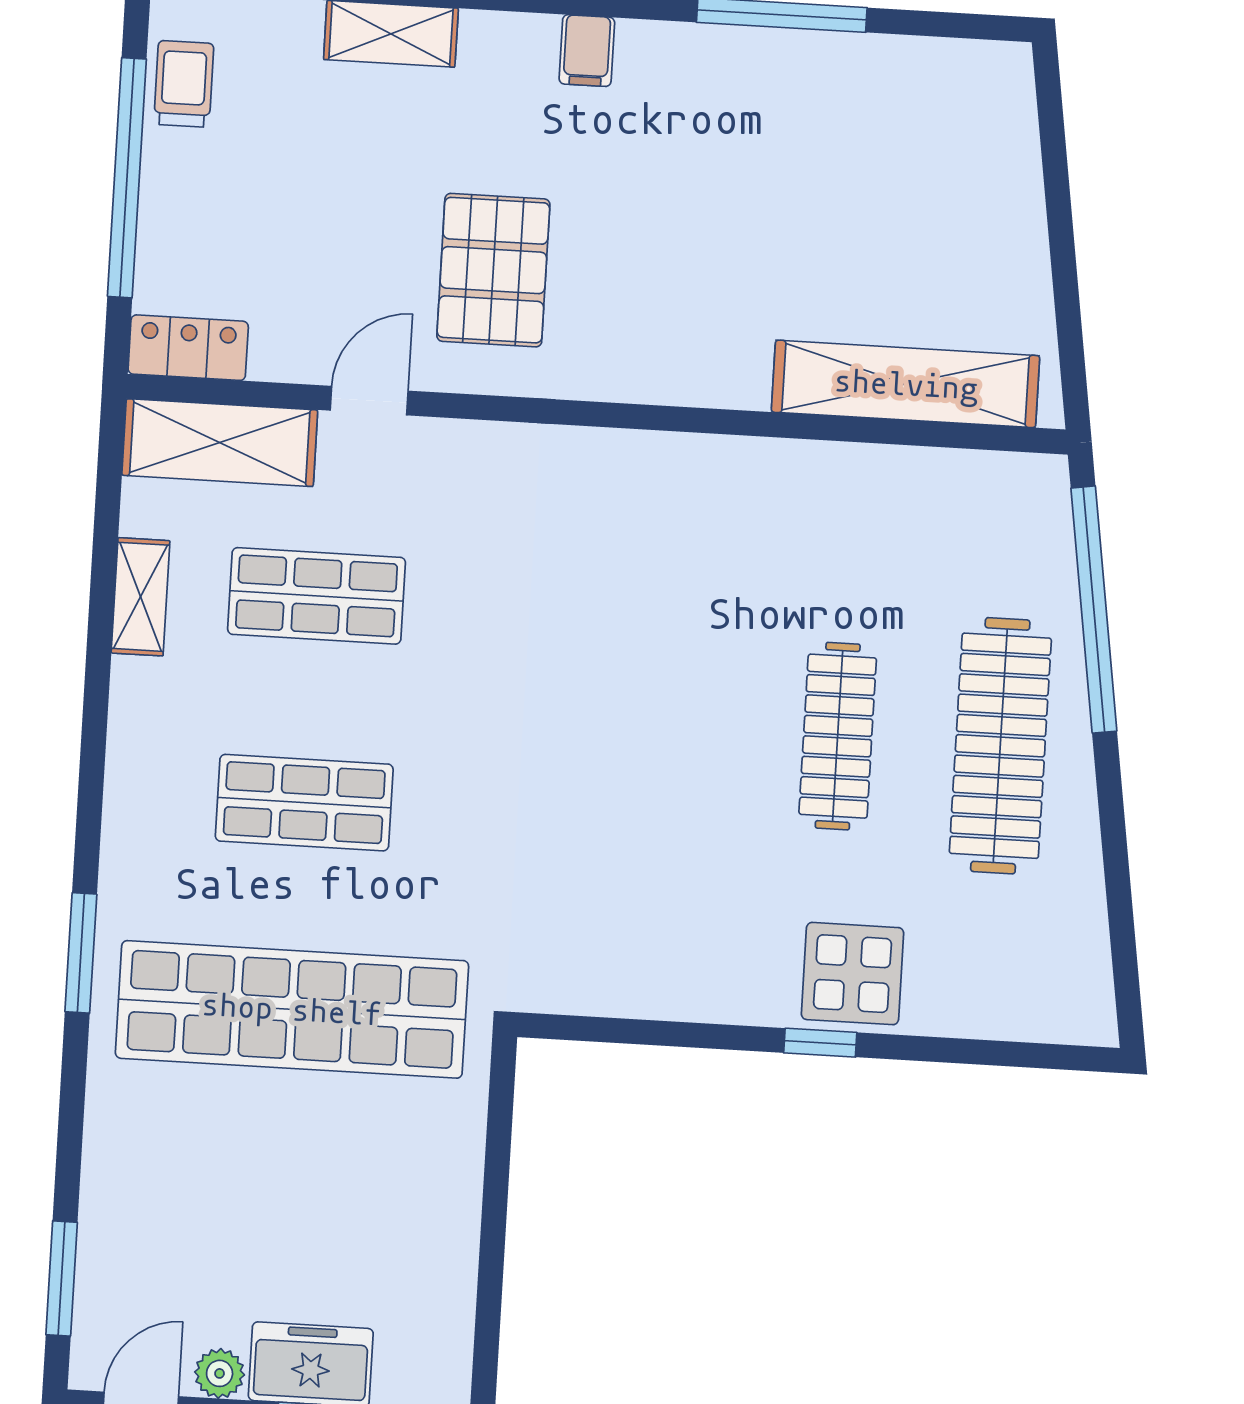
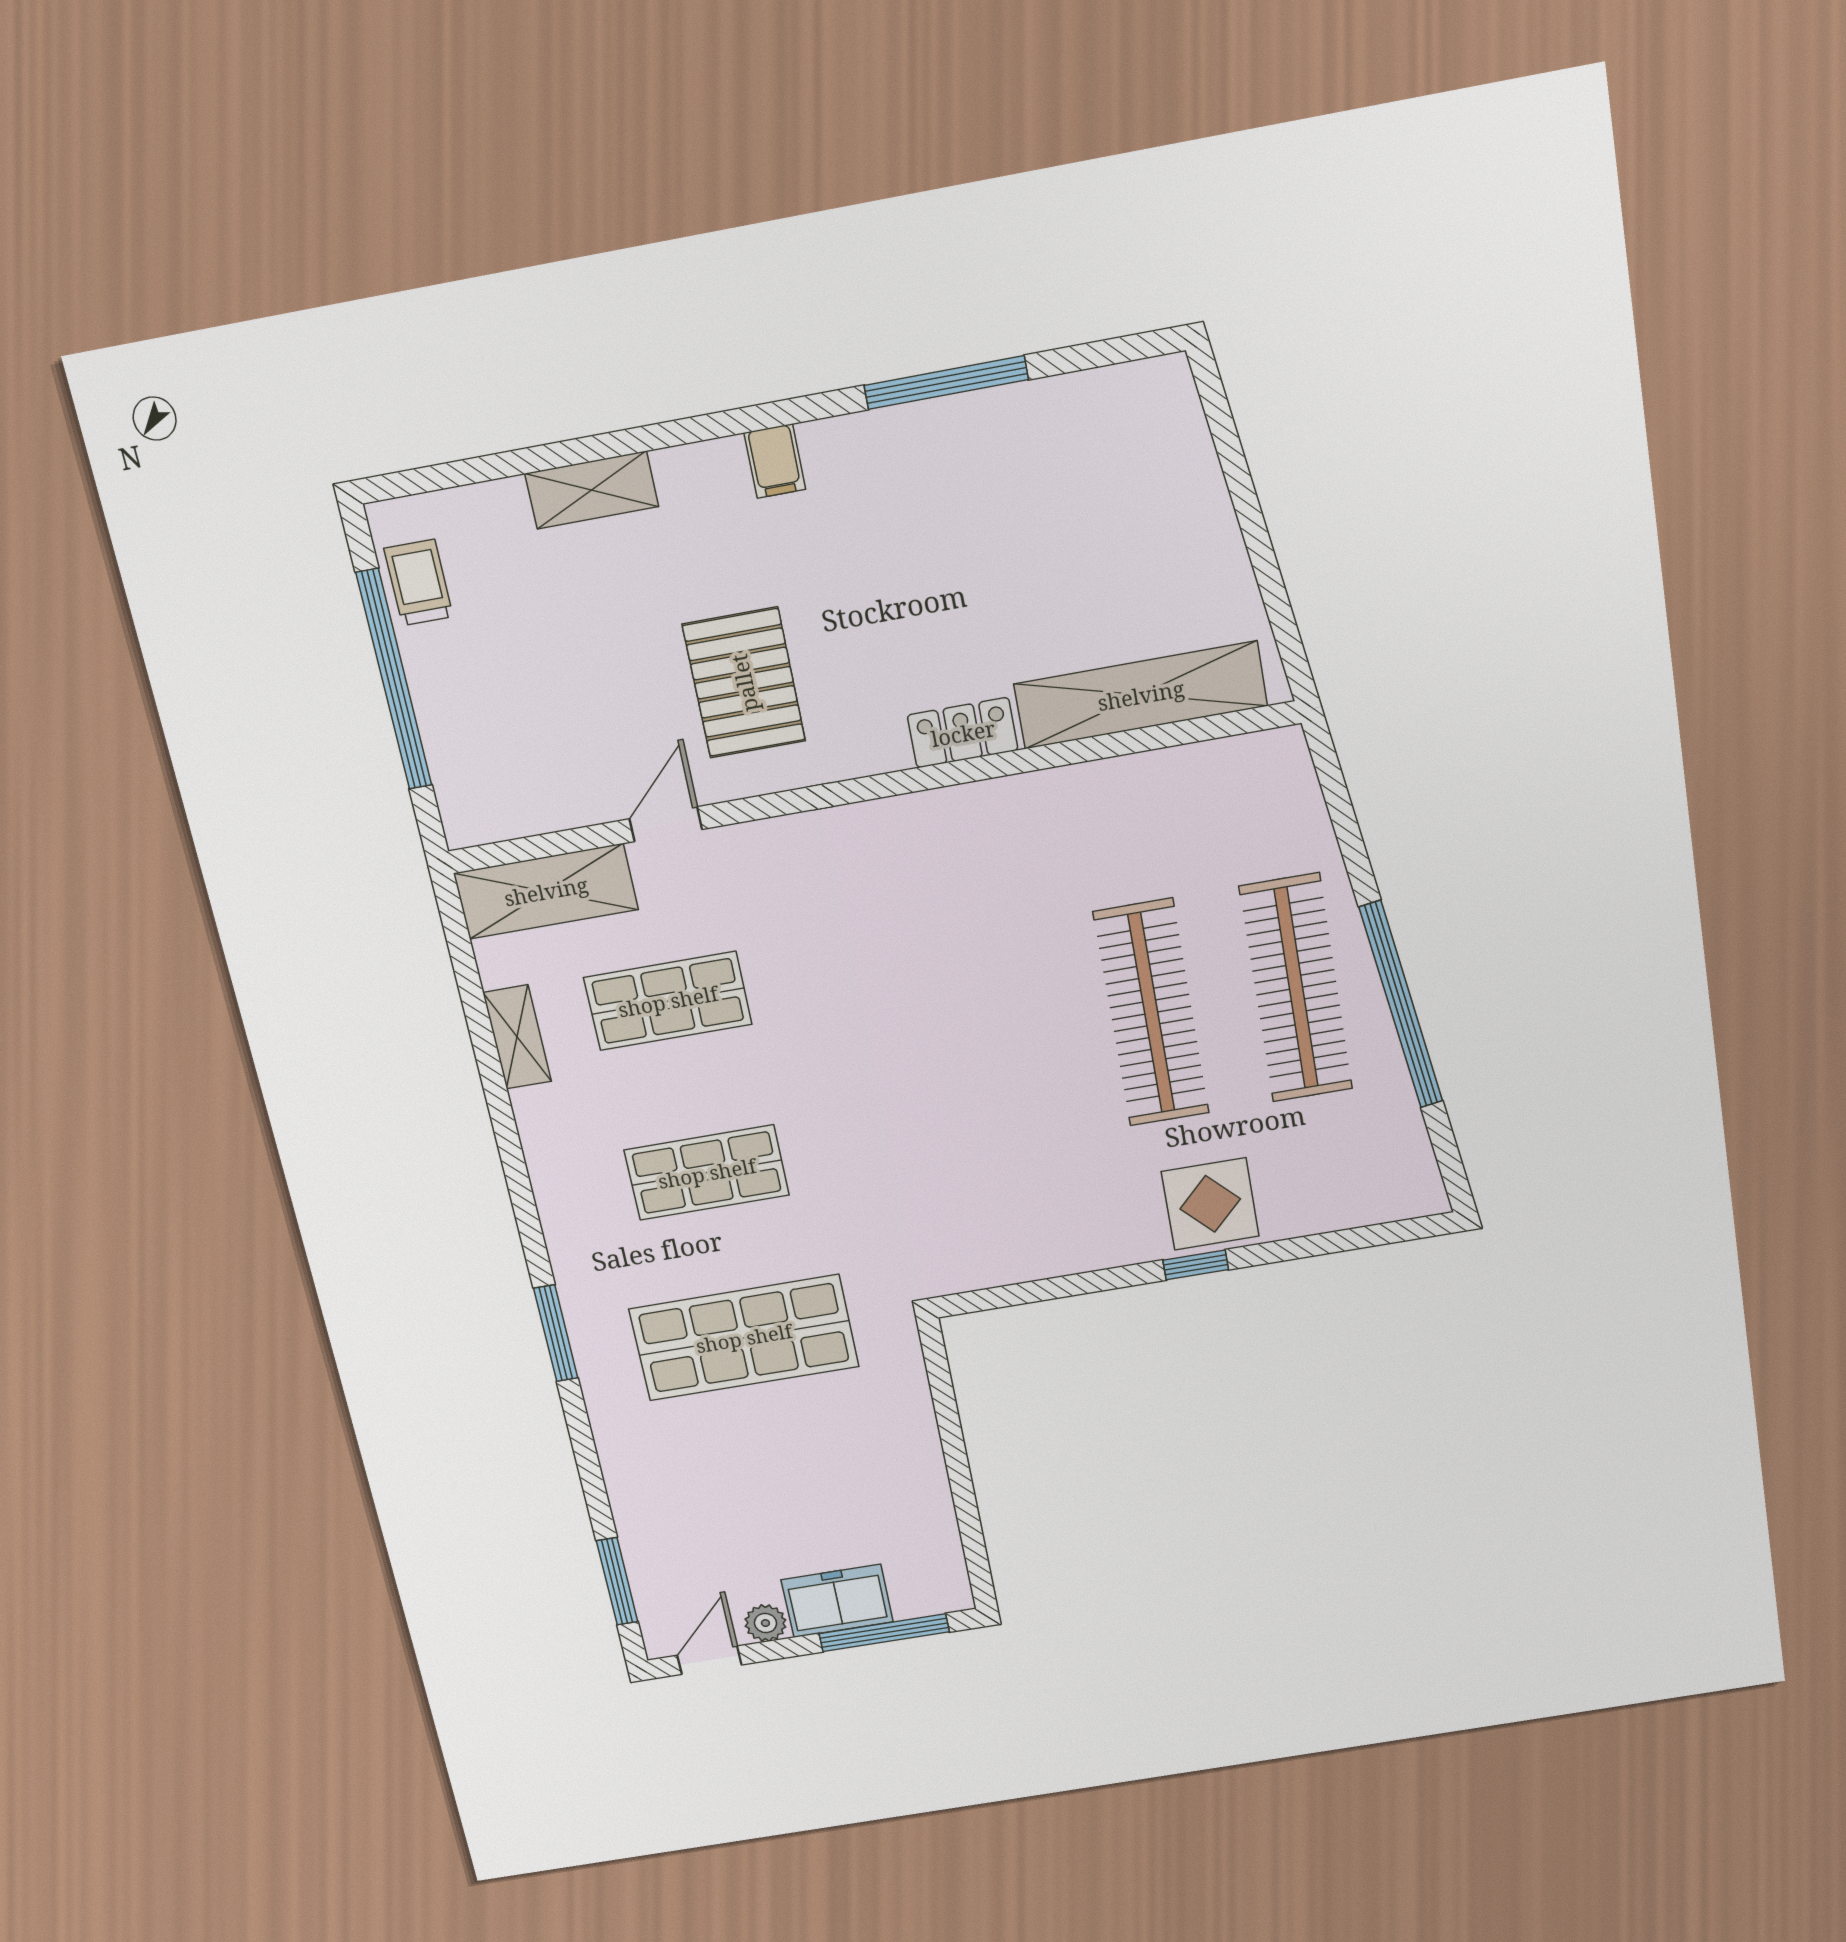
locker: (188, 348) -> (963, 733), moved
window: (1094, 610) -> (1401, 1005), moved
clothes rail: (838, 736) -> (1151, 1013), width x1.37, depth x1.31
shop shelf: (292, 1009) -> (744, 1338), width x0.71

